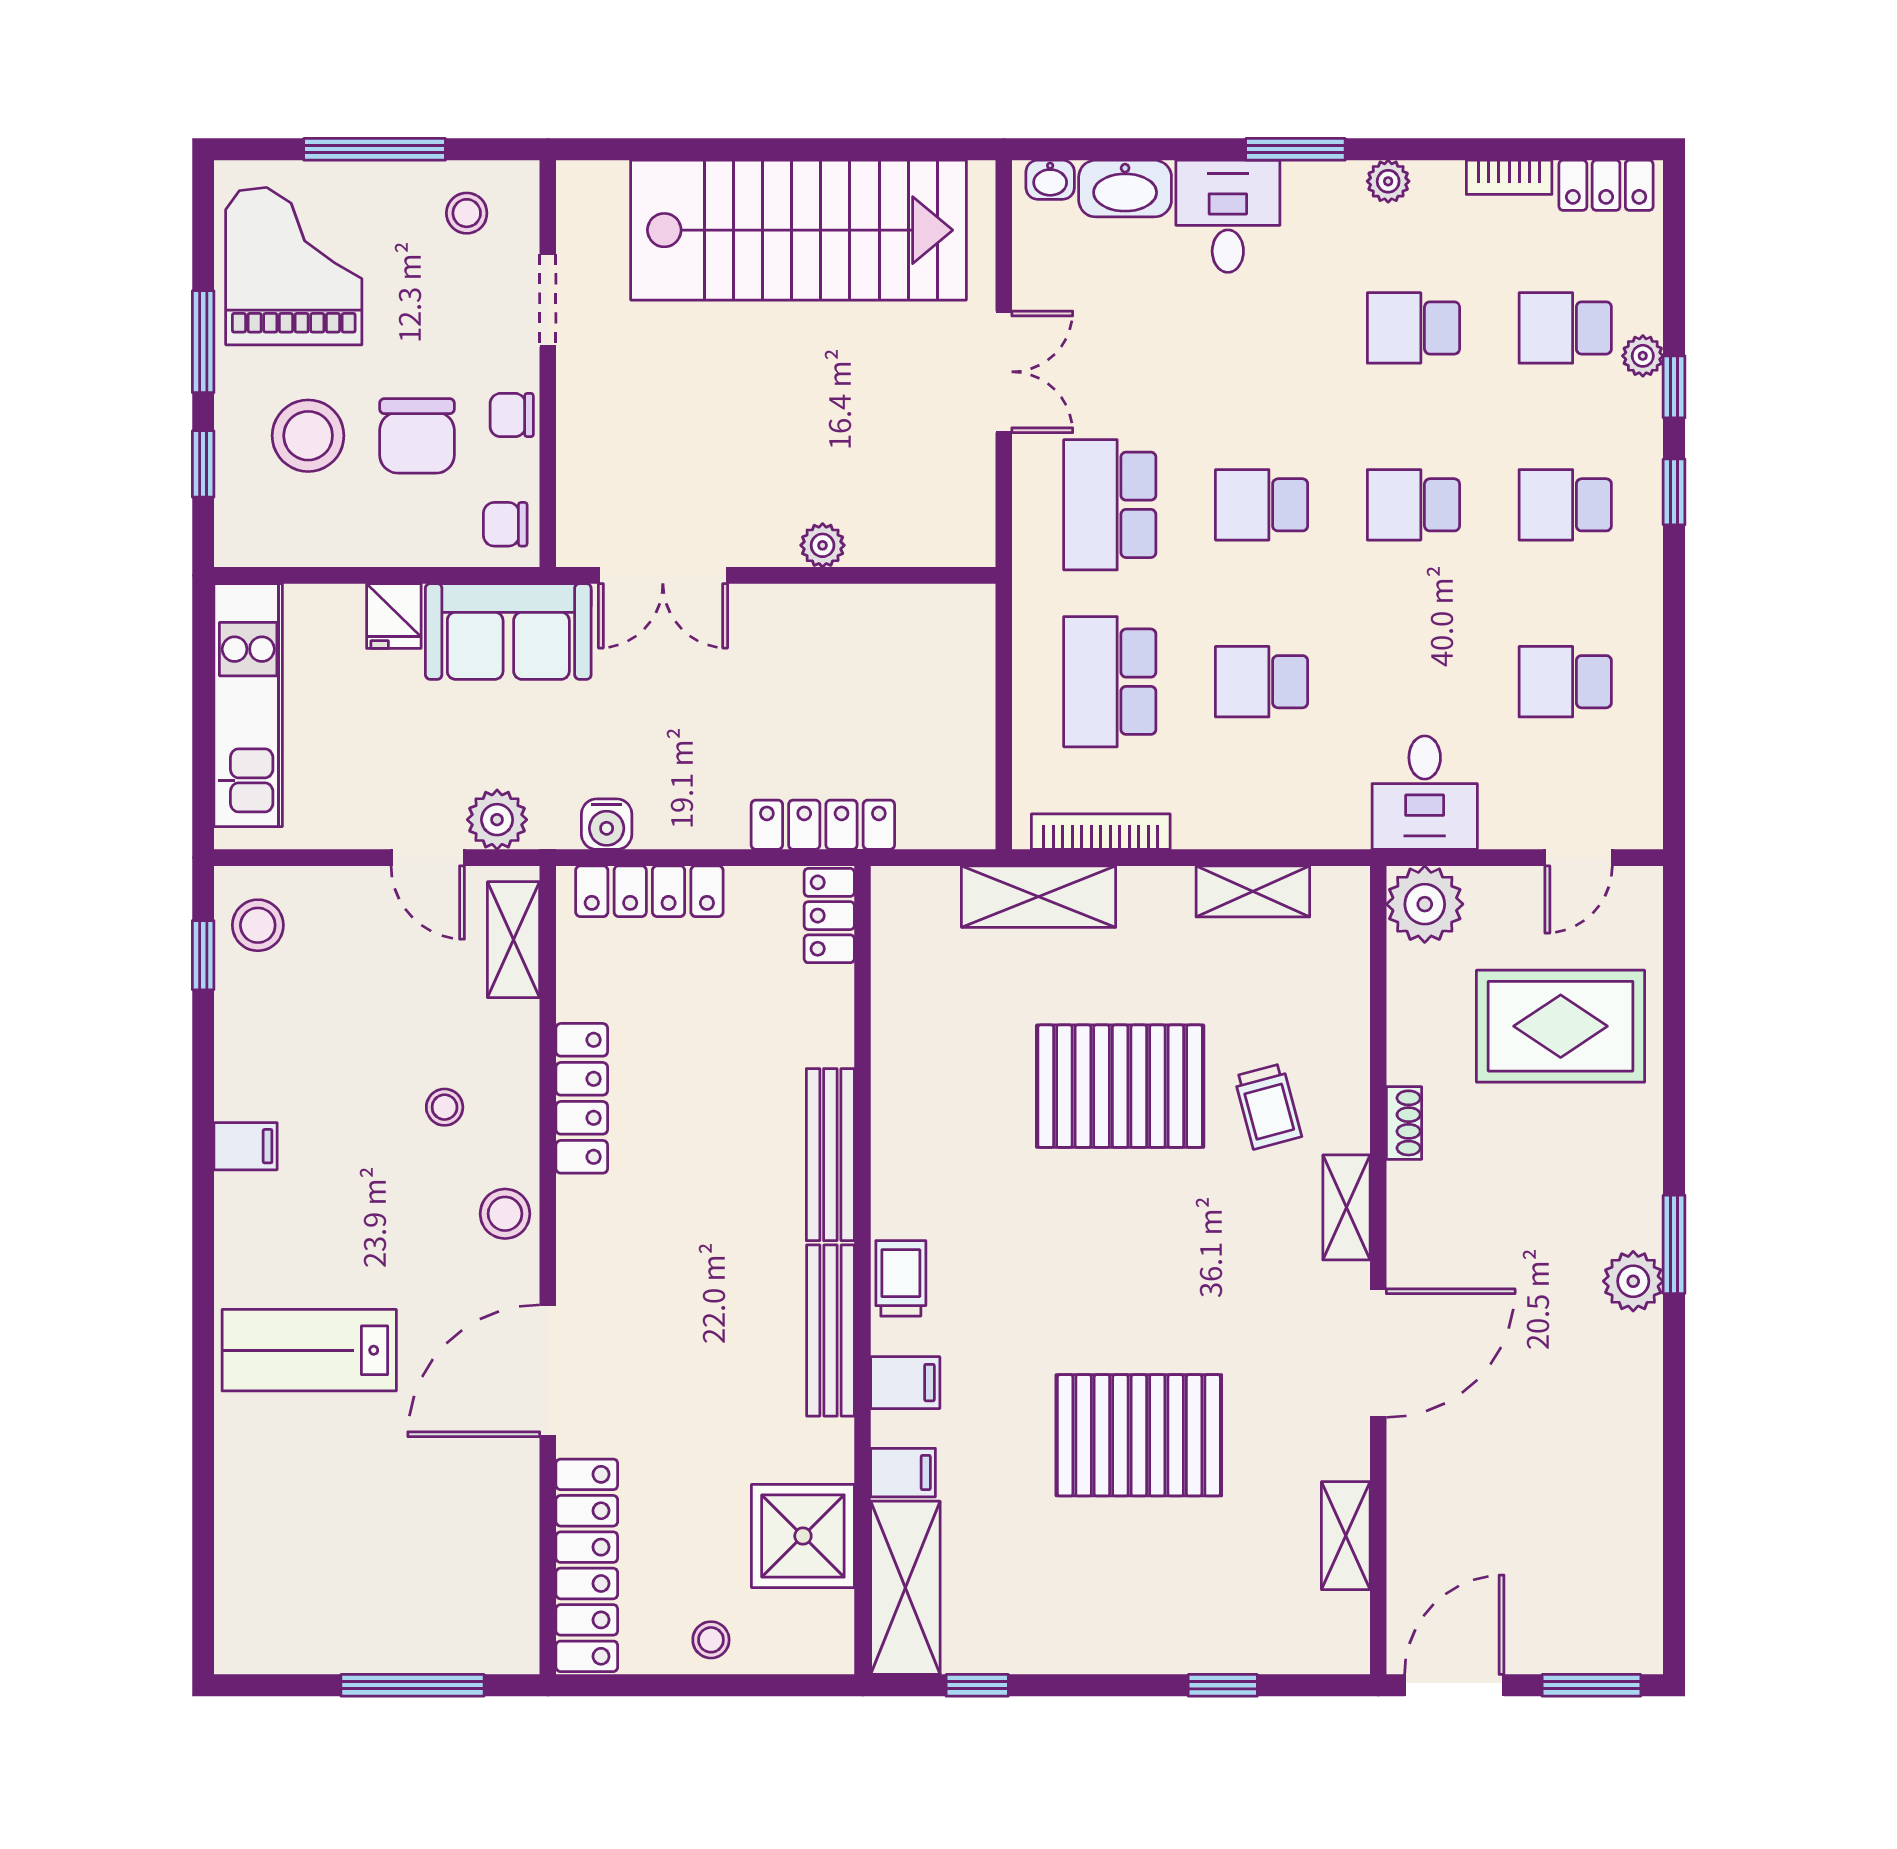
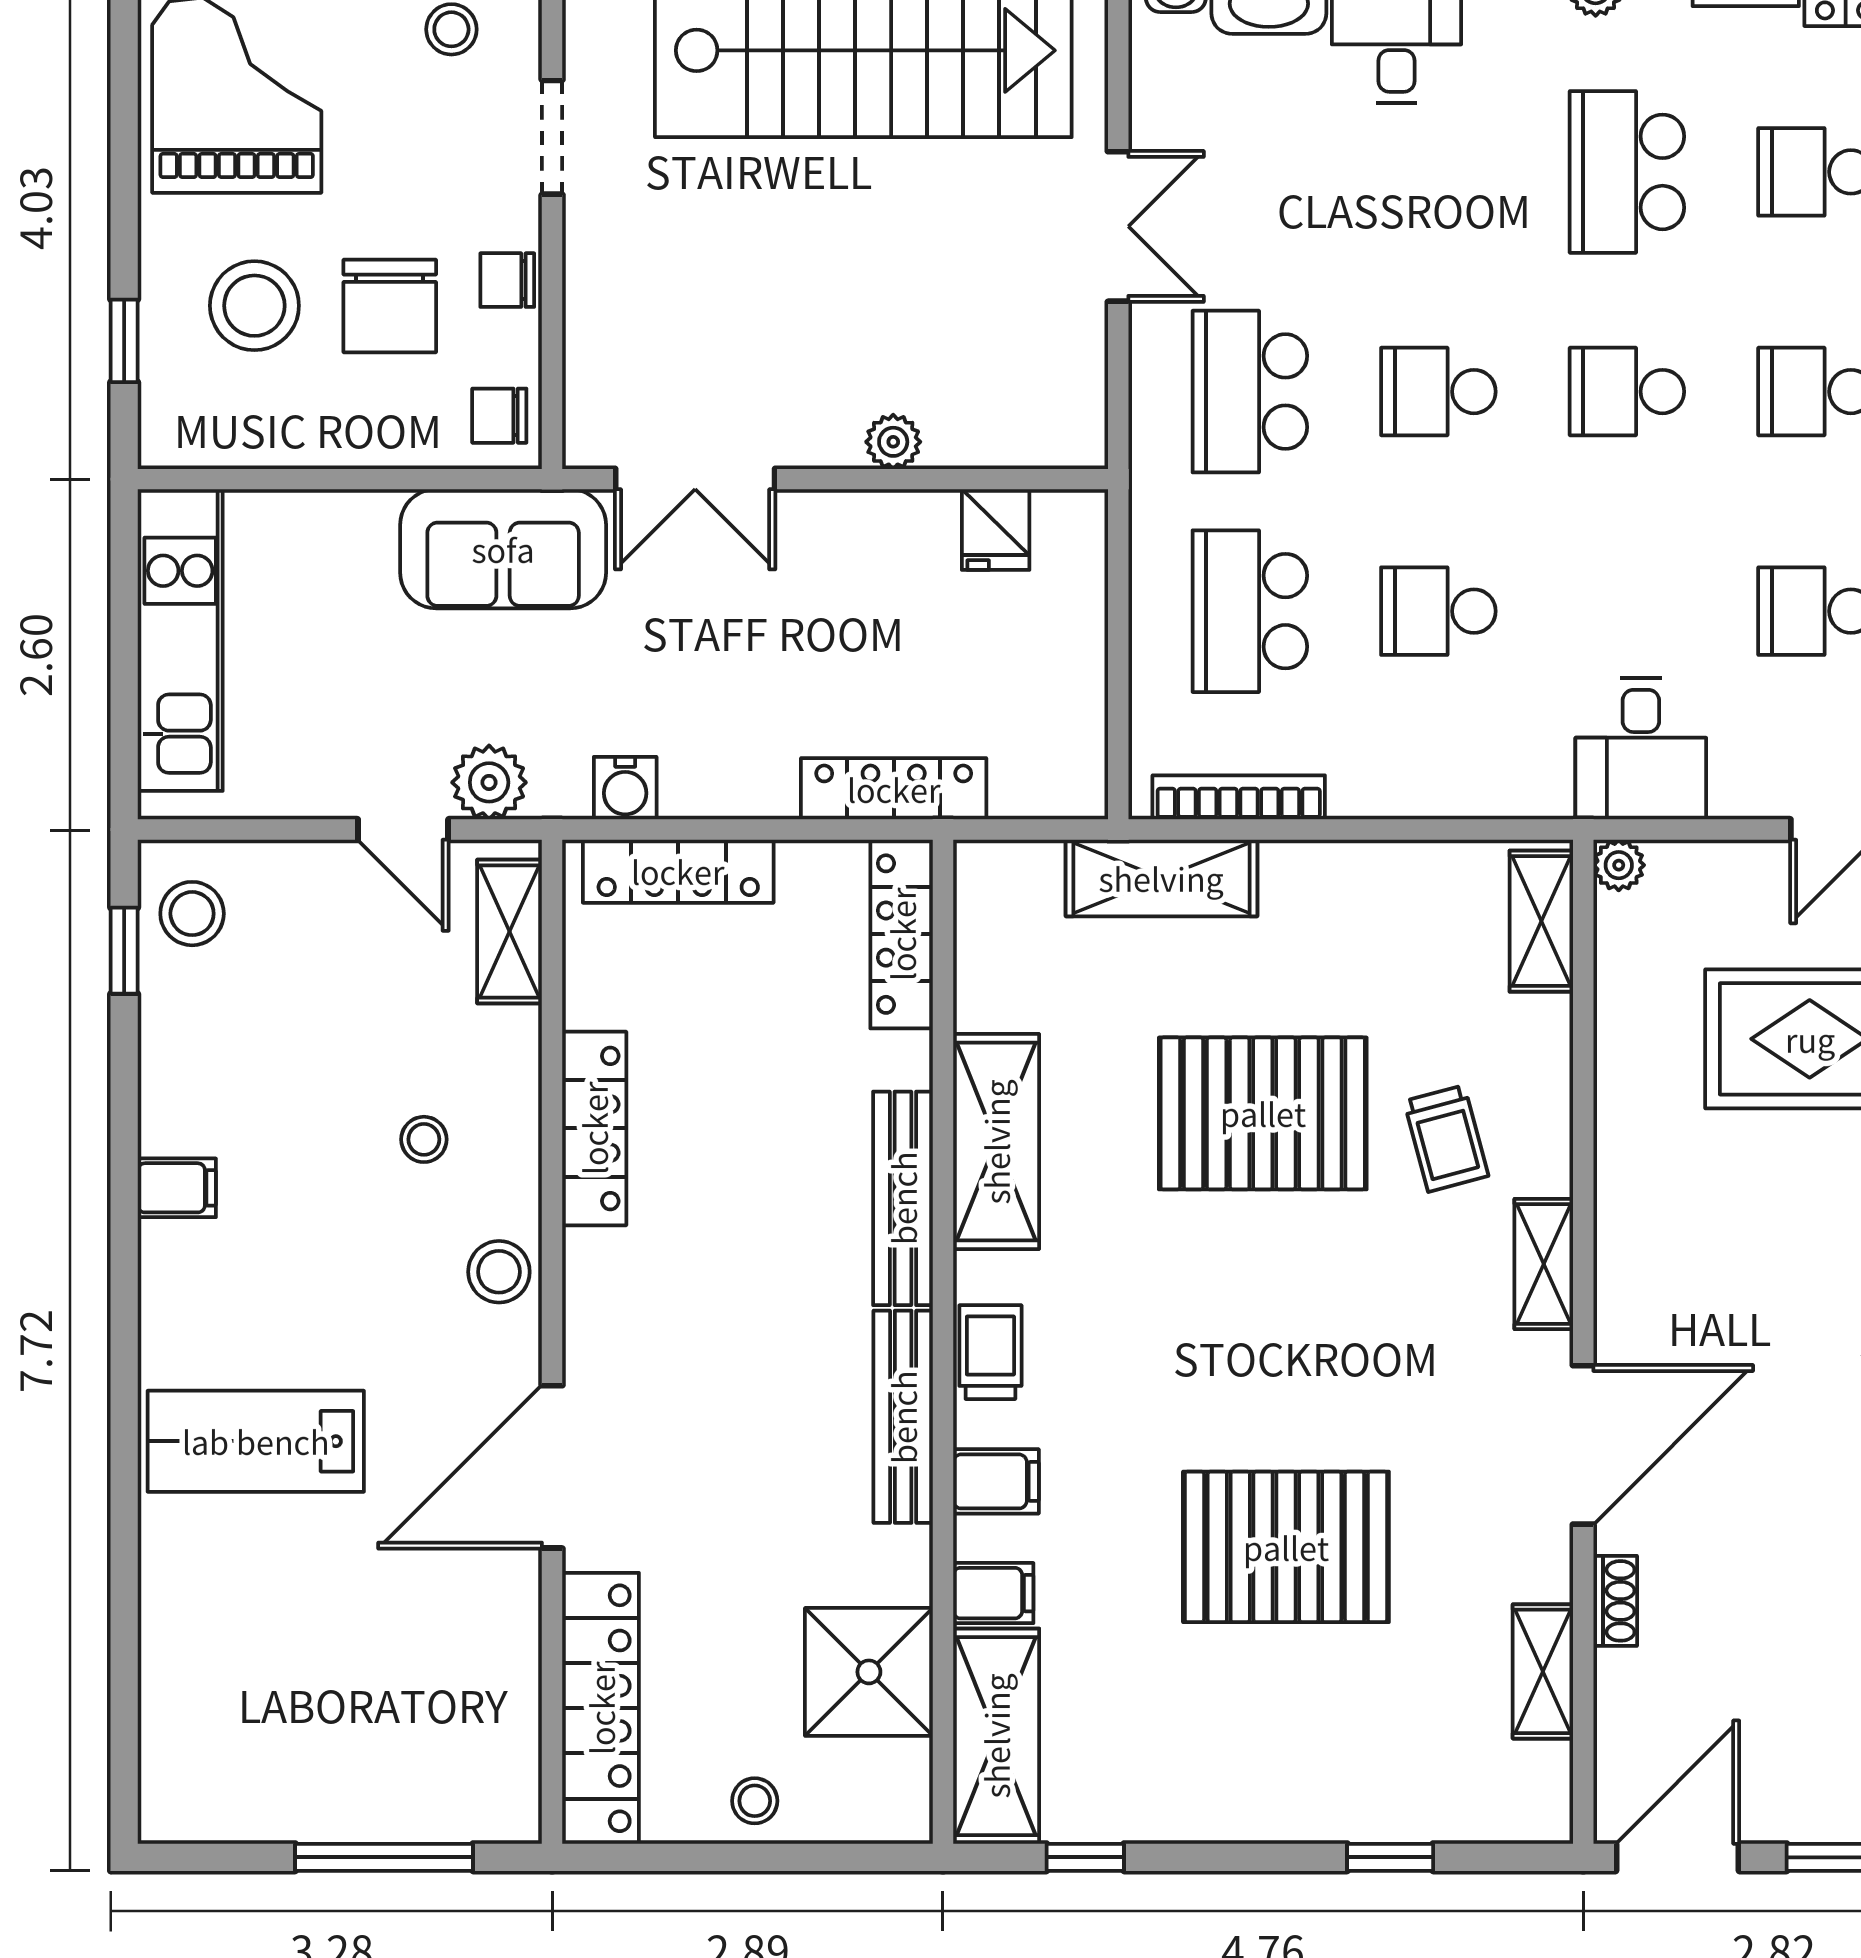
school desk: (1413, 328) -> (1627, 172), width x1.85
window: (203, 342) -> (124, 189), removed
fridge: (394, 616) -> (996, 530), moved
shelving: (1253, 891) -> (1541, 921), moved, turned 90
plant: (1425, 904) -> (1619, 865), width x0.53, depth x0.53
locker: (829, 916) -> (902, 934), width x1.53
shelving: (905, 1109) -> (996, 1142), added
shoe rack: (1404, 1123) -> (1615, 1601), moved

